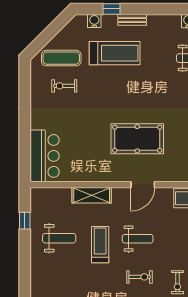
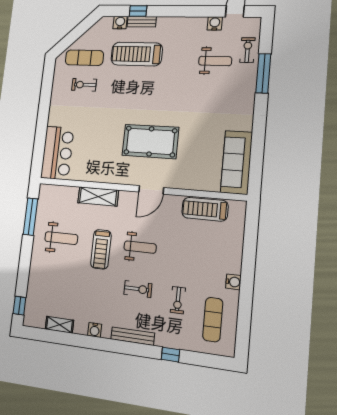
bench: (132, 20) -> (142, 22), moved
treadmill: (115, 53) -> (137, 54), turned 180
window: (25, 221) -> (31, 217), width x2.17
treadmill: (100, 245) -> (101, 249), turned 180

